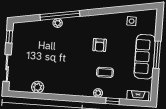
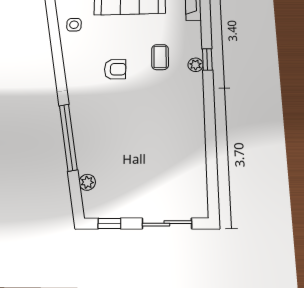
plant: (58, 23) -> (87, 182), moved
plant: (38, 87) -> (196, 165), removed
window: (113, 101) -> (207, 59), moved

